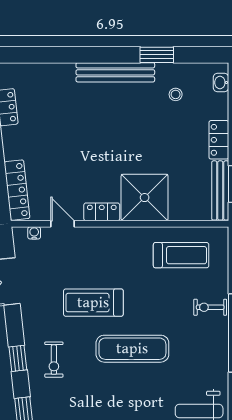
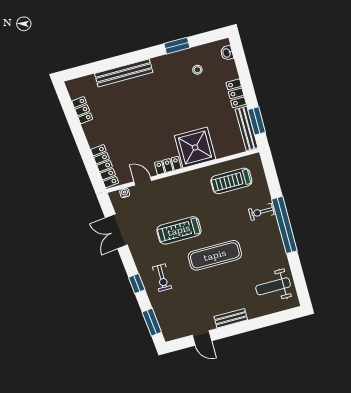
bench: (115, 72) -> (124, 73), moved
treadmill: (181, 255) -> (231, 181), turned 180

